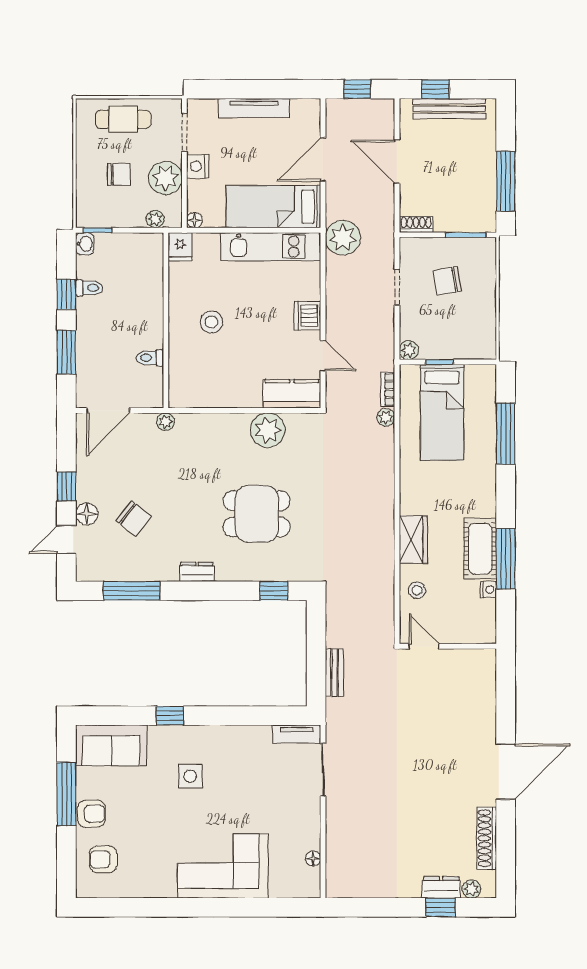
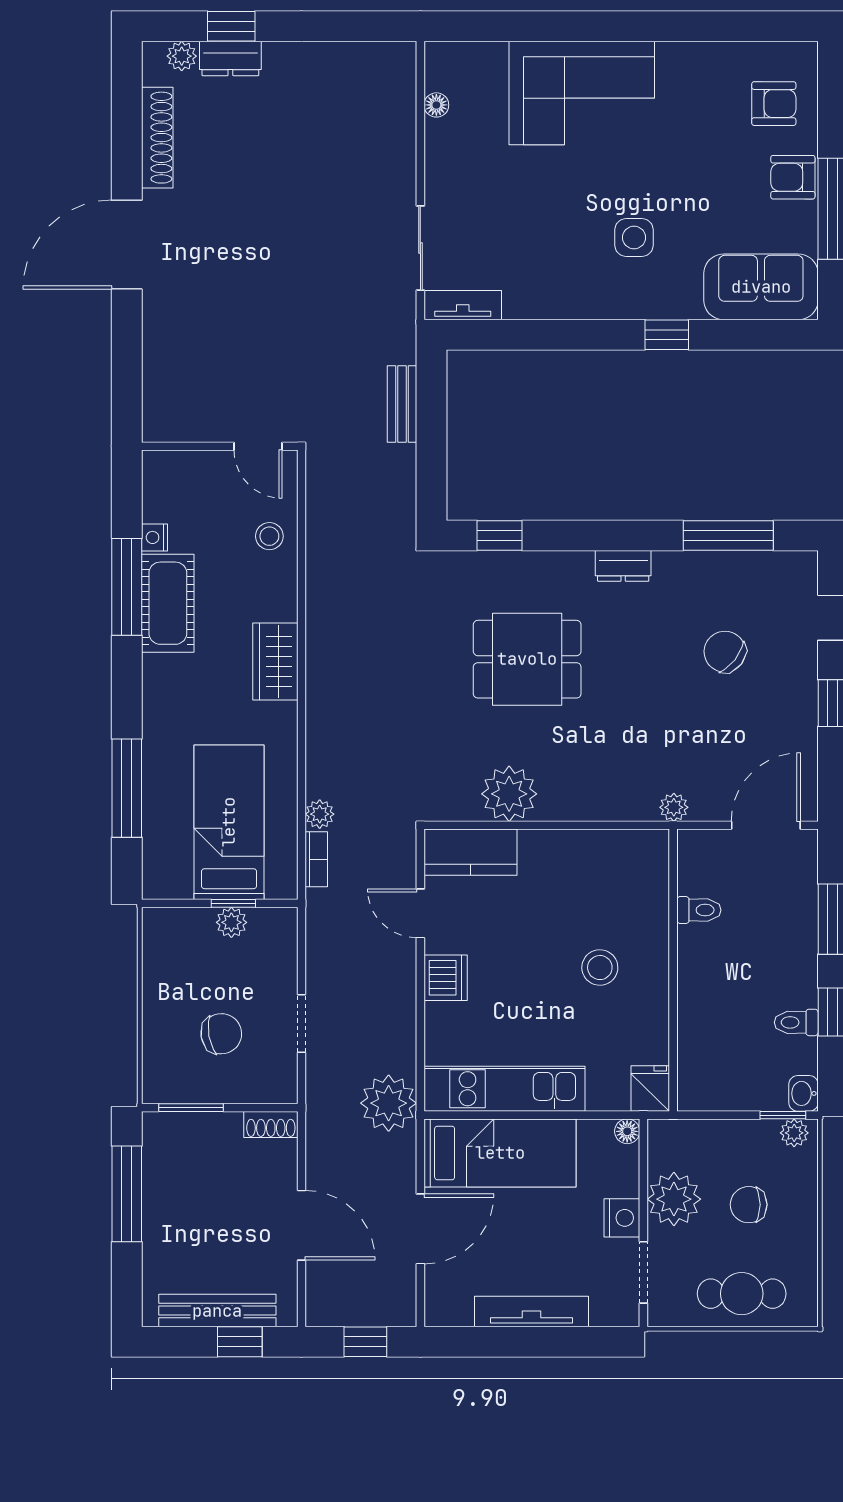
plant: (155, 219) -> (794, 1133), moved
plant: (409, 350) -> (231, 922), moved
floor lamp: (87, 514) -> (800, 659), removed
wardrobe: (413, 539) -> (275, 661), moved

